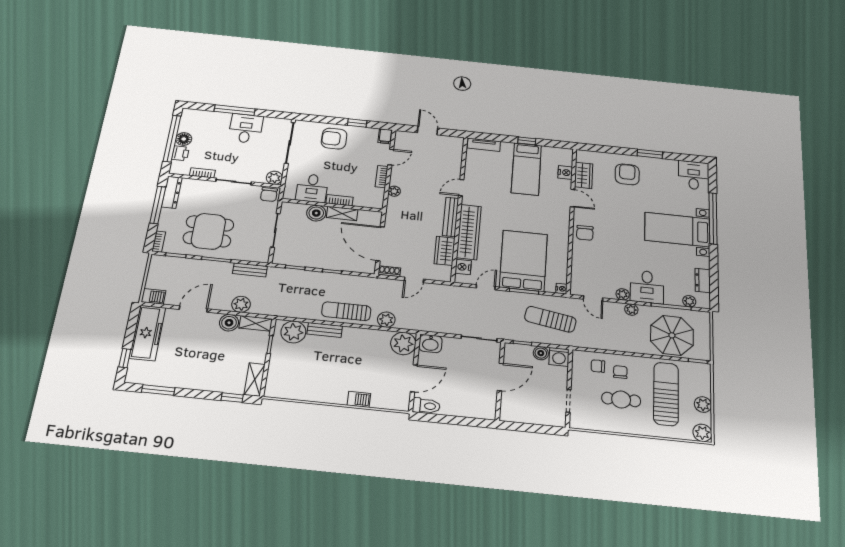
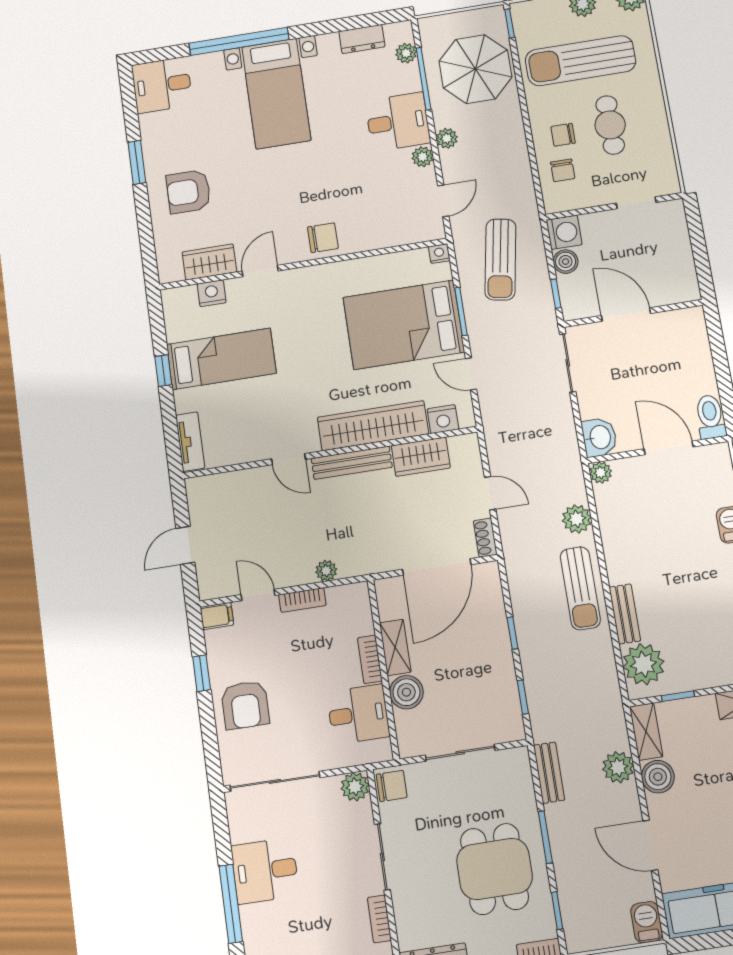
plant: (403, 343) -> (601, 472), width x0.53, depth x0.53

